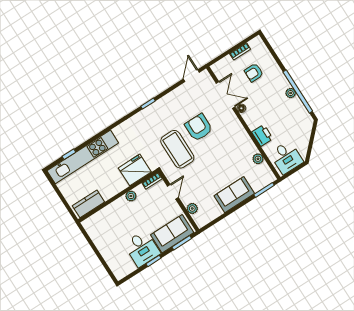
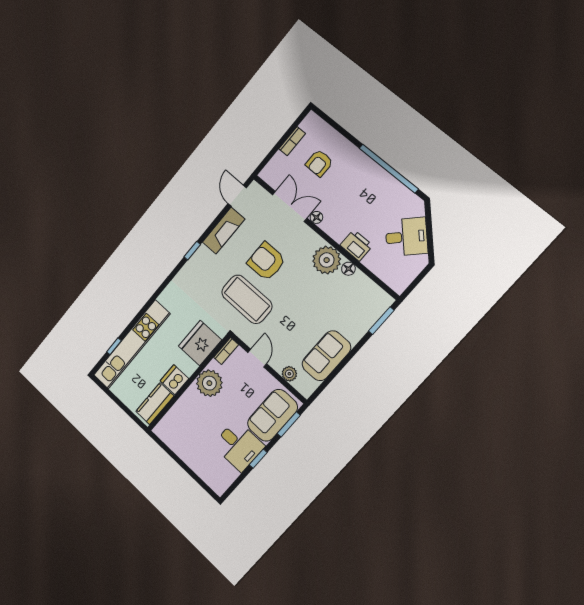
plant: (291, 93) -> (379, 174), removed
fireplace: (175, 97) -> (224, 231), added
floor lamp: (253, 149) -> (348, 269), added
desk: (286, 157) -> (406, 237), moved, turned -45
plant: (258, 159) -> (327, 260), moved, width x1.87, depth x1.87
dishwasher: (108, 191) -> (174, 380), added
sofa: (234, 195) -> (326, 356), moved
plant: (131, 196) -> (209, 383), width x1.87, depth x1.87

